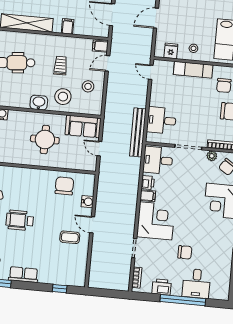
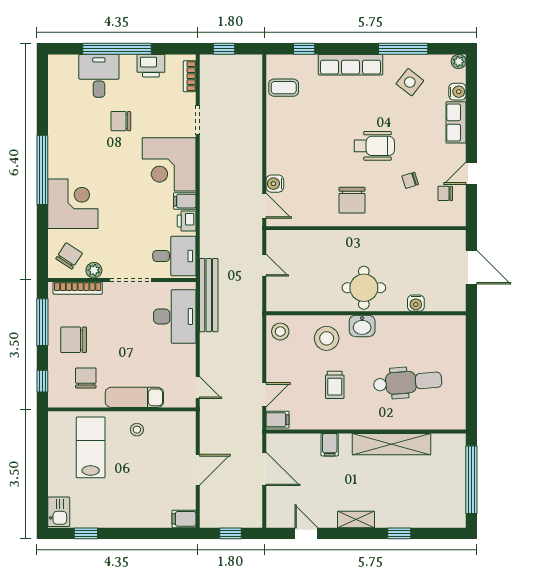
fridge: (171, 51) -> (171, 423), removed
stool: (88, 86) -> (280, 332), moved
desk: (161, 120) -> (175, 317), width x1.37
sofa: (83, 126) -> (292, 296), removed
round table: (45, 140) -> (364, 288), moved
chair: (64, 186) -> (352, 200), moved
door: (92, 225) -> (264, 206), moved
coffee table: (70, 237) -> (284, 88), moved
row of seats: (23, 275) -> (350, 65), width x1.48
window: (112, 294) -> (224, 49), added

